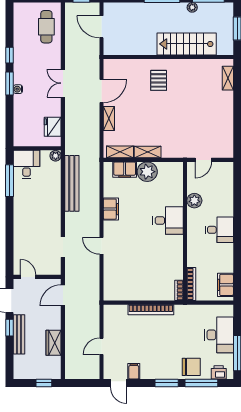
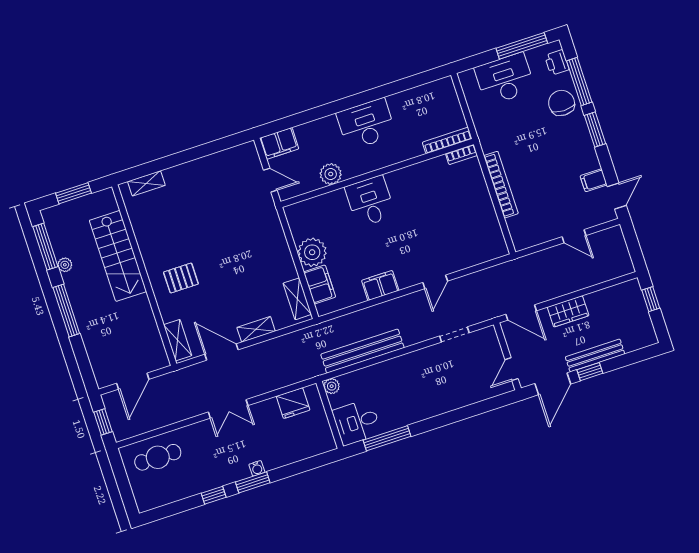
shelving: (148, 152) -> (178, 340), moved
desk: (219, 230) -> (366, 124), width x1.37
filing cabinet: (225, 285) -> (279, 143), moved
wardrobe: (54, 343) -> (568, 311), moved

